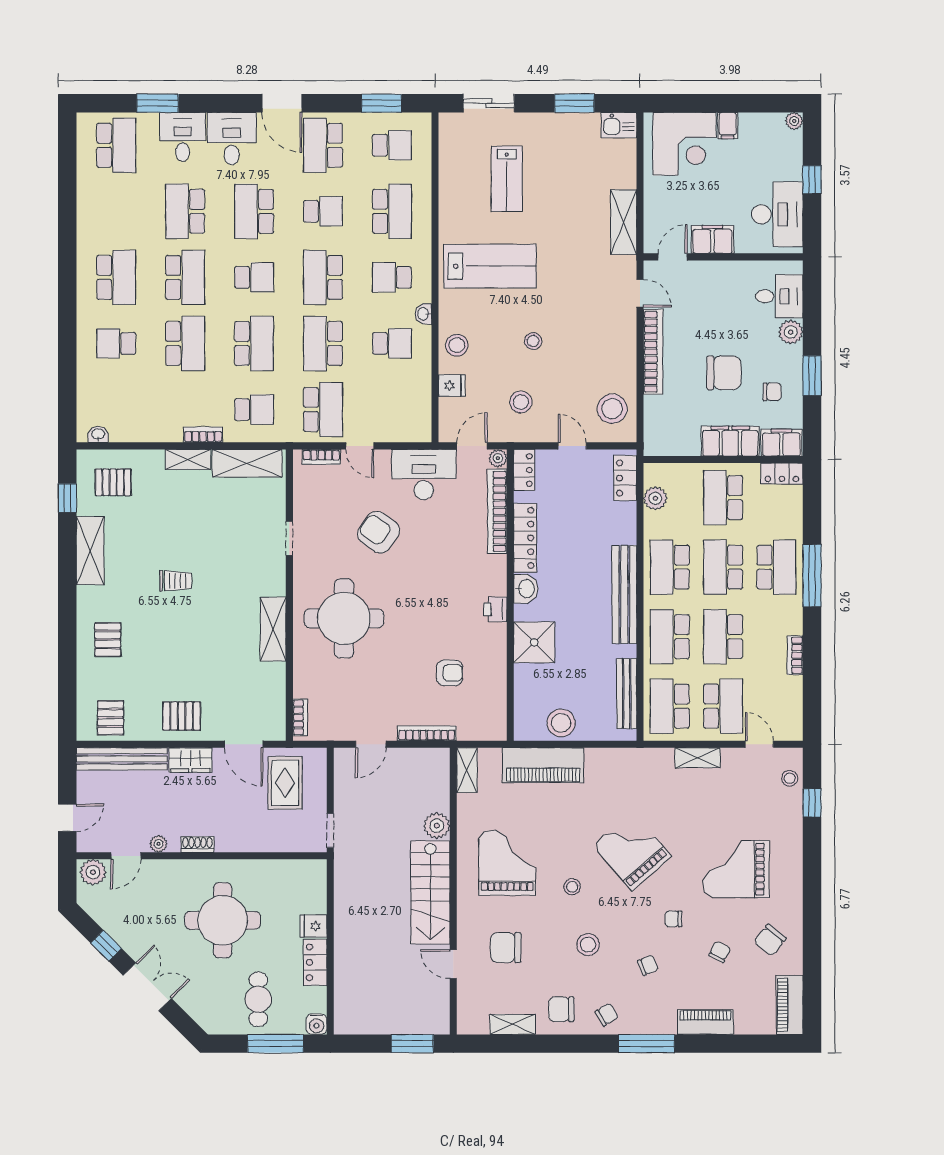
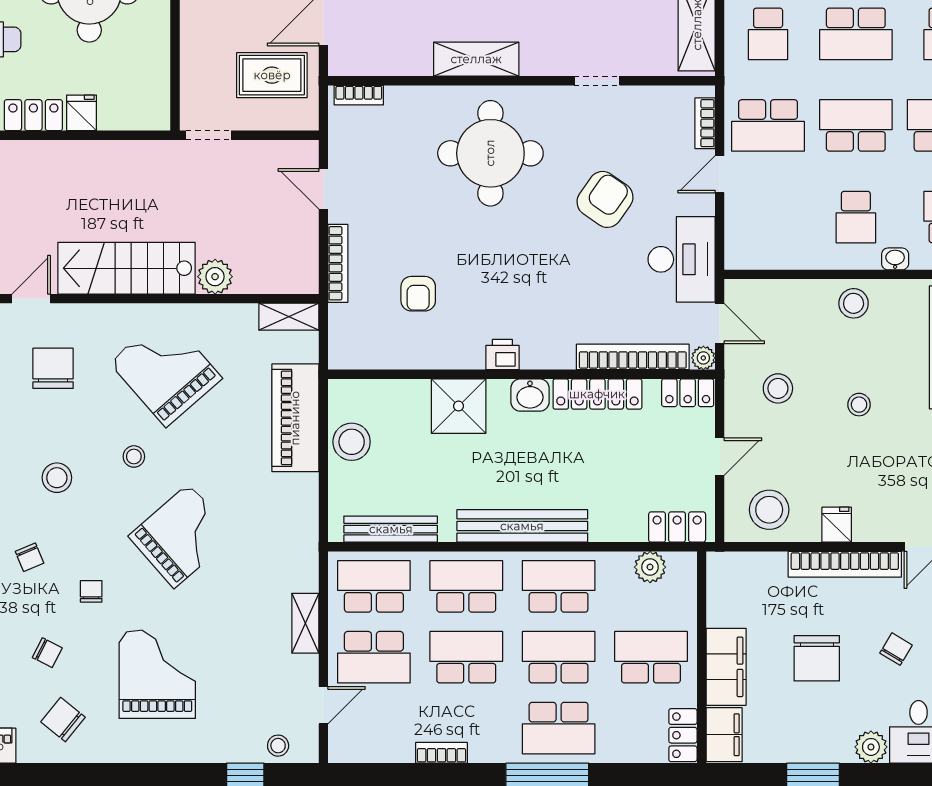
fridge: (452, 386) -> (837, 525), moved, turned 180
chair: (772, 392) -> (896, 649), moved, turned -149
grand piano: (507, 863) -> (166, 370), turned -131

